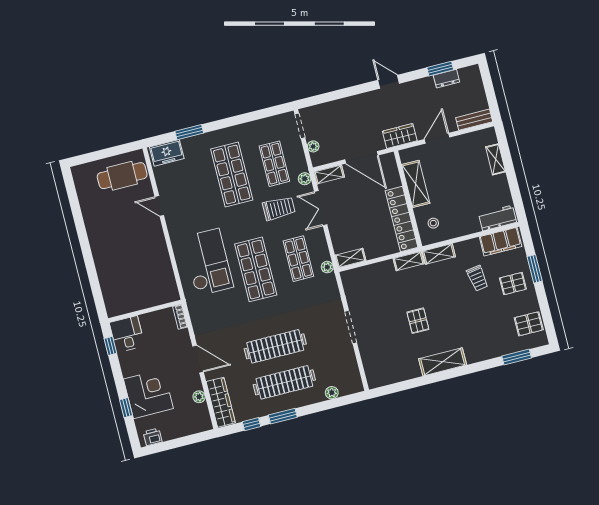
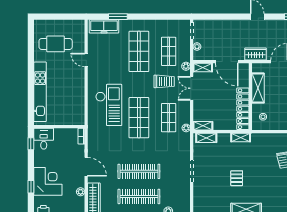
freezer: (167, 153) -> (104, 26), width x1.40
cafe table: (122, 176) -> (56, 44), moved
shelving: (439, 254) -> (206, 138), moved
kitchen unit: (105, 268) -> (40, 92), added

